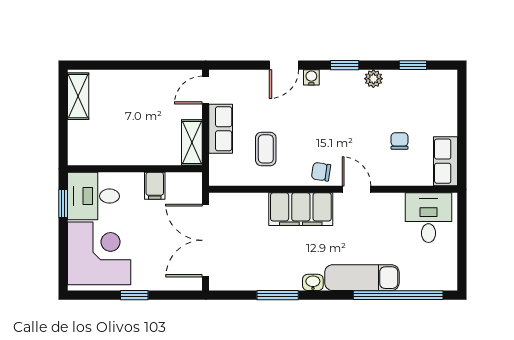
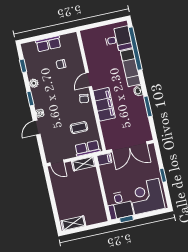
door: (284, 65) -> (37, 128), swing flipped
row of seats: (221, 129) -> (87, 148), moved
row of seats: (446, 161) -> (48, 44), moved
filing cabinet: (155, 186) -> (104, 159), moved
desk: (428, 218) -> (118, 39), moved, turned 180

